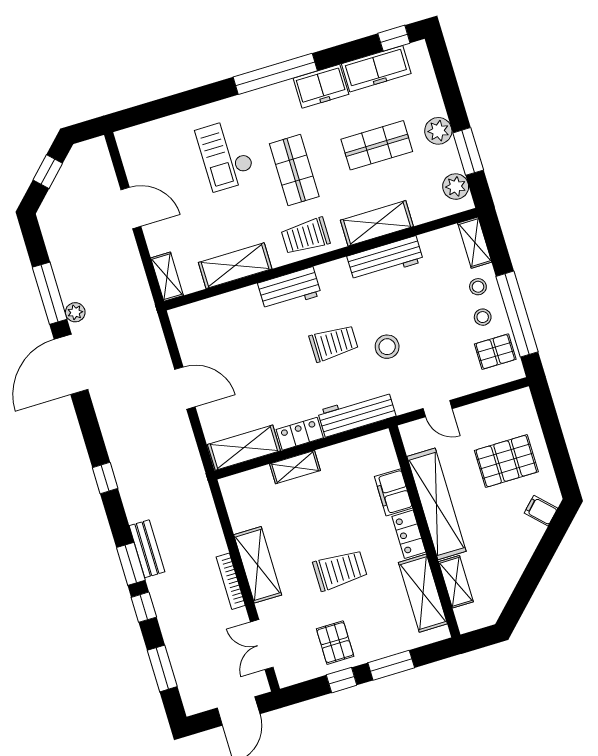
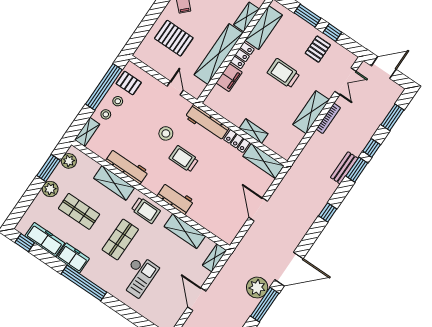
plant: (75, 312) -> (257, 287), width x1.88, depth x1.88

